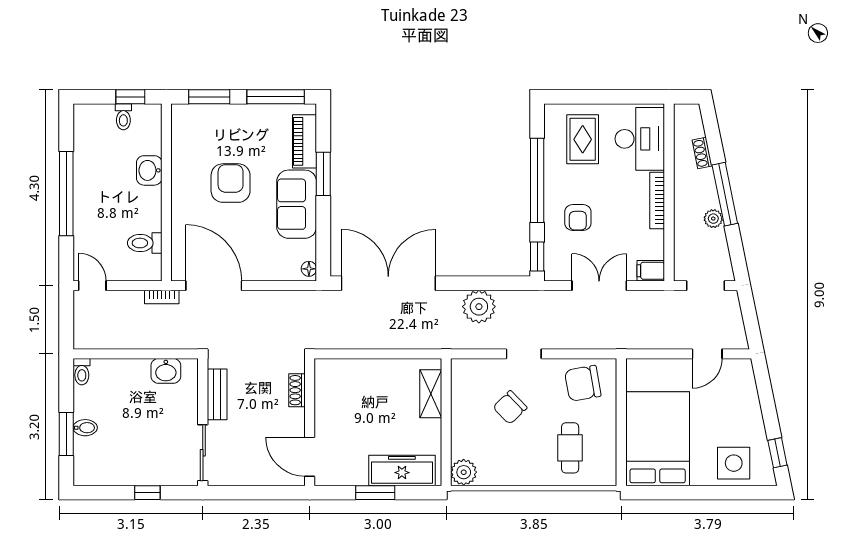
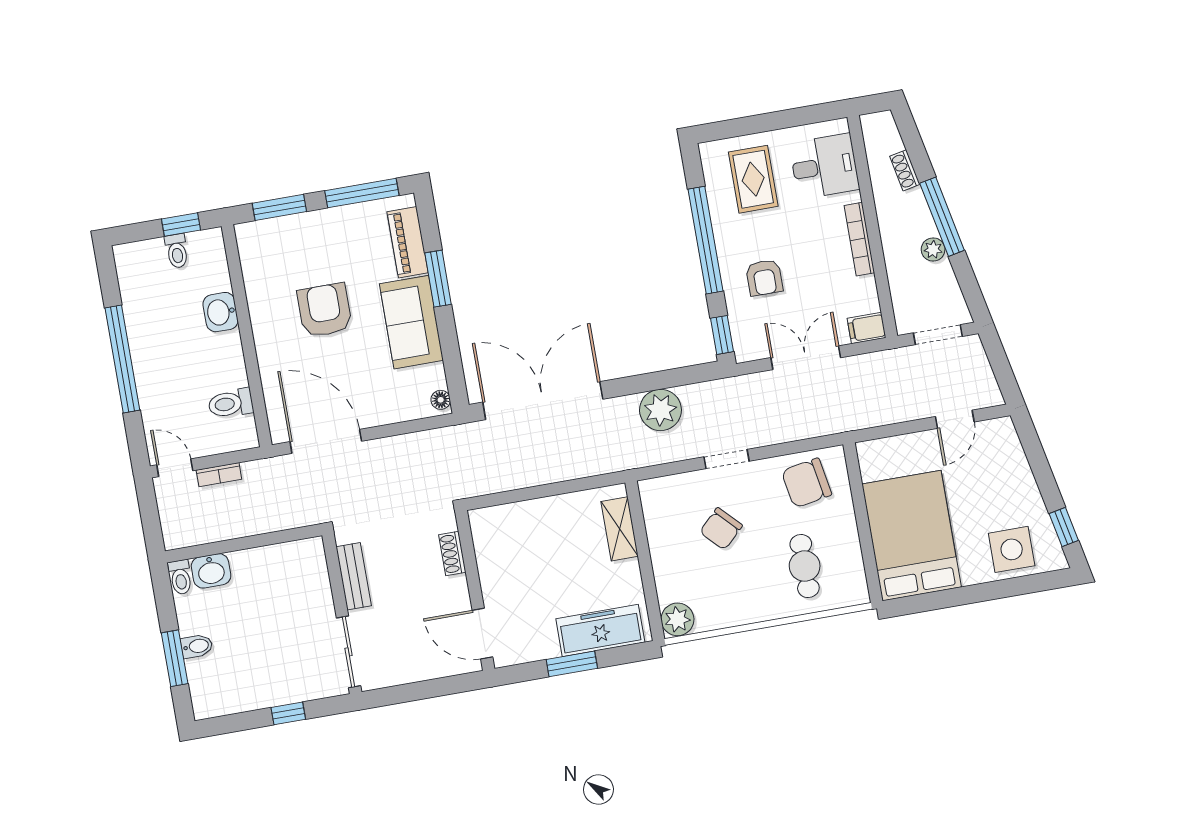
desk: (640, 139) -> (824, 166), width x0.73
bookcase: (162, 297) -> (219, 475), moved
washbasin: (166, 371) -> (211, 571), moved

